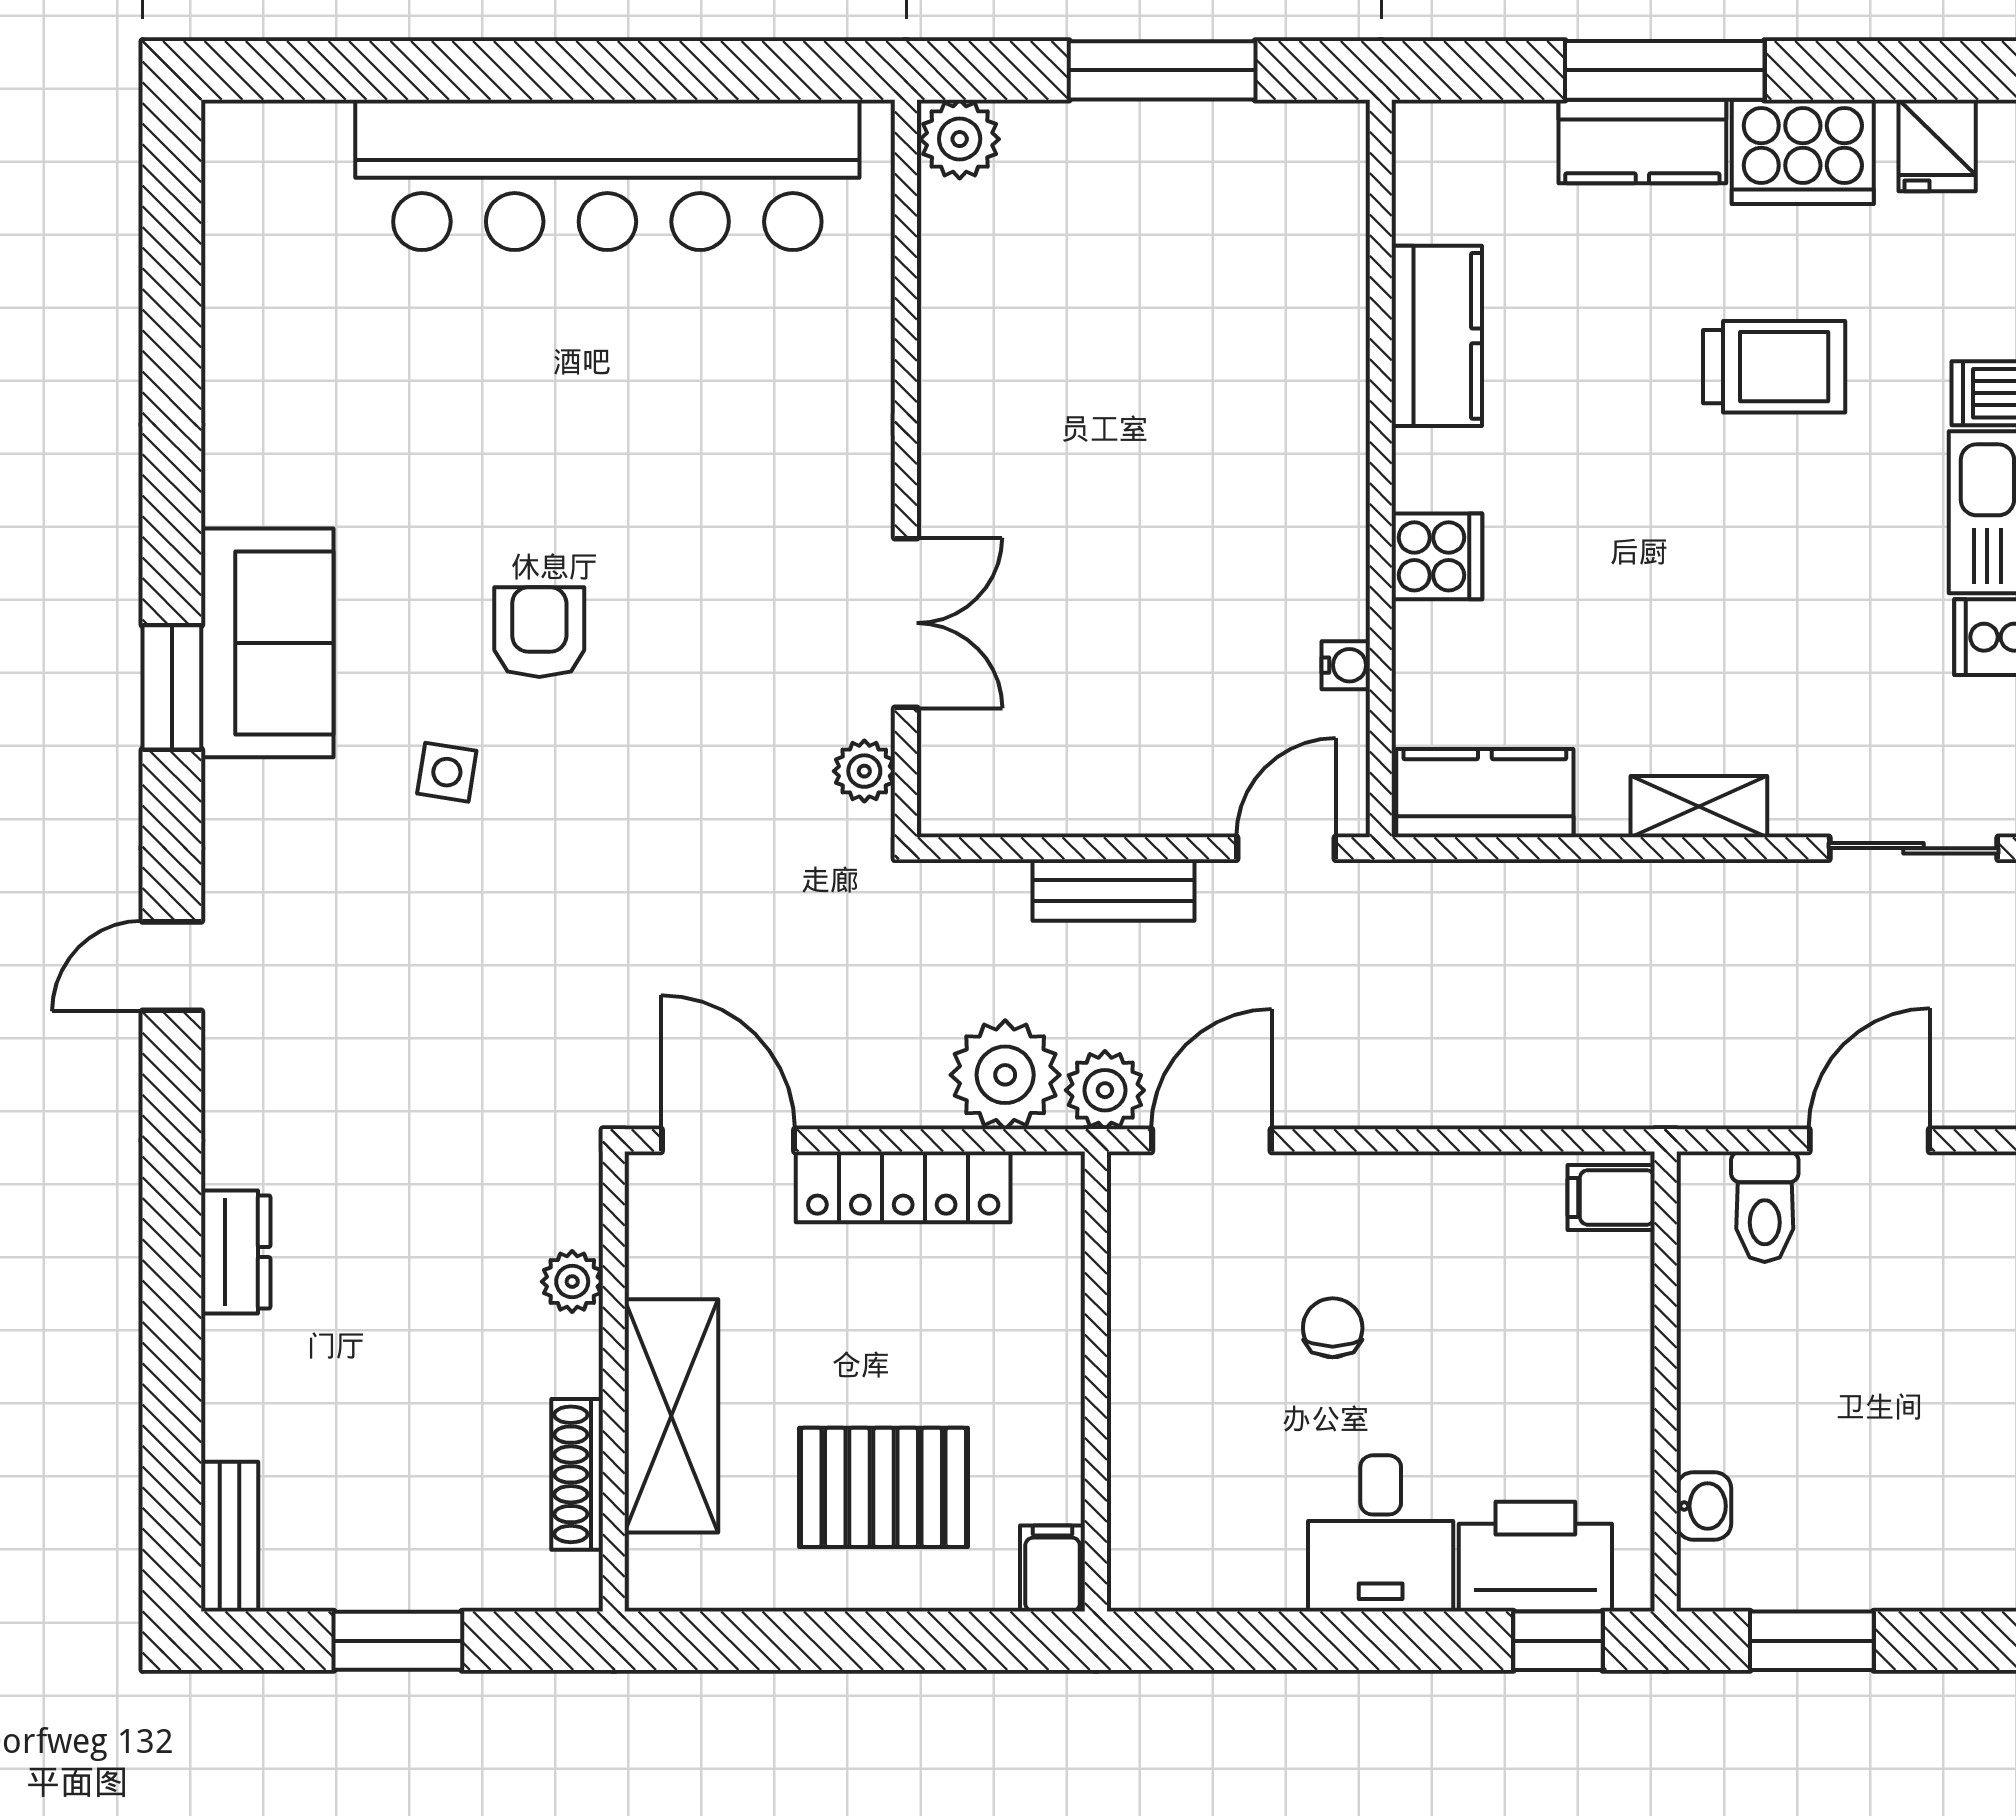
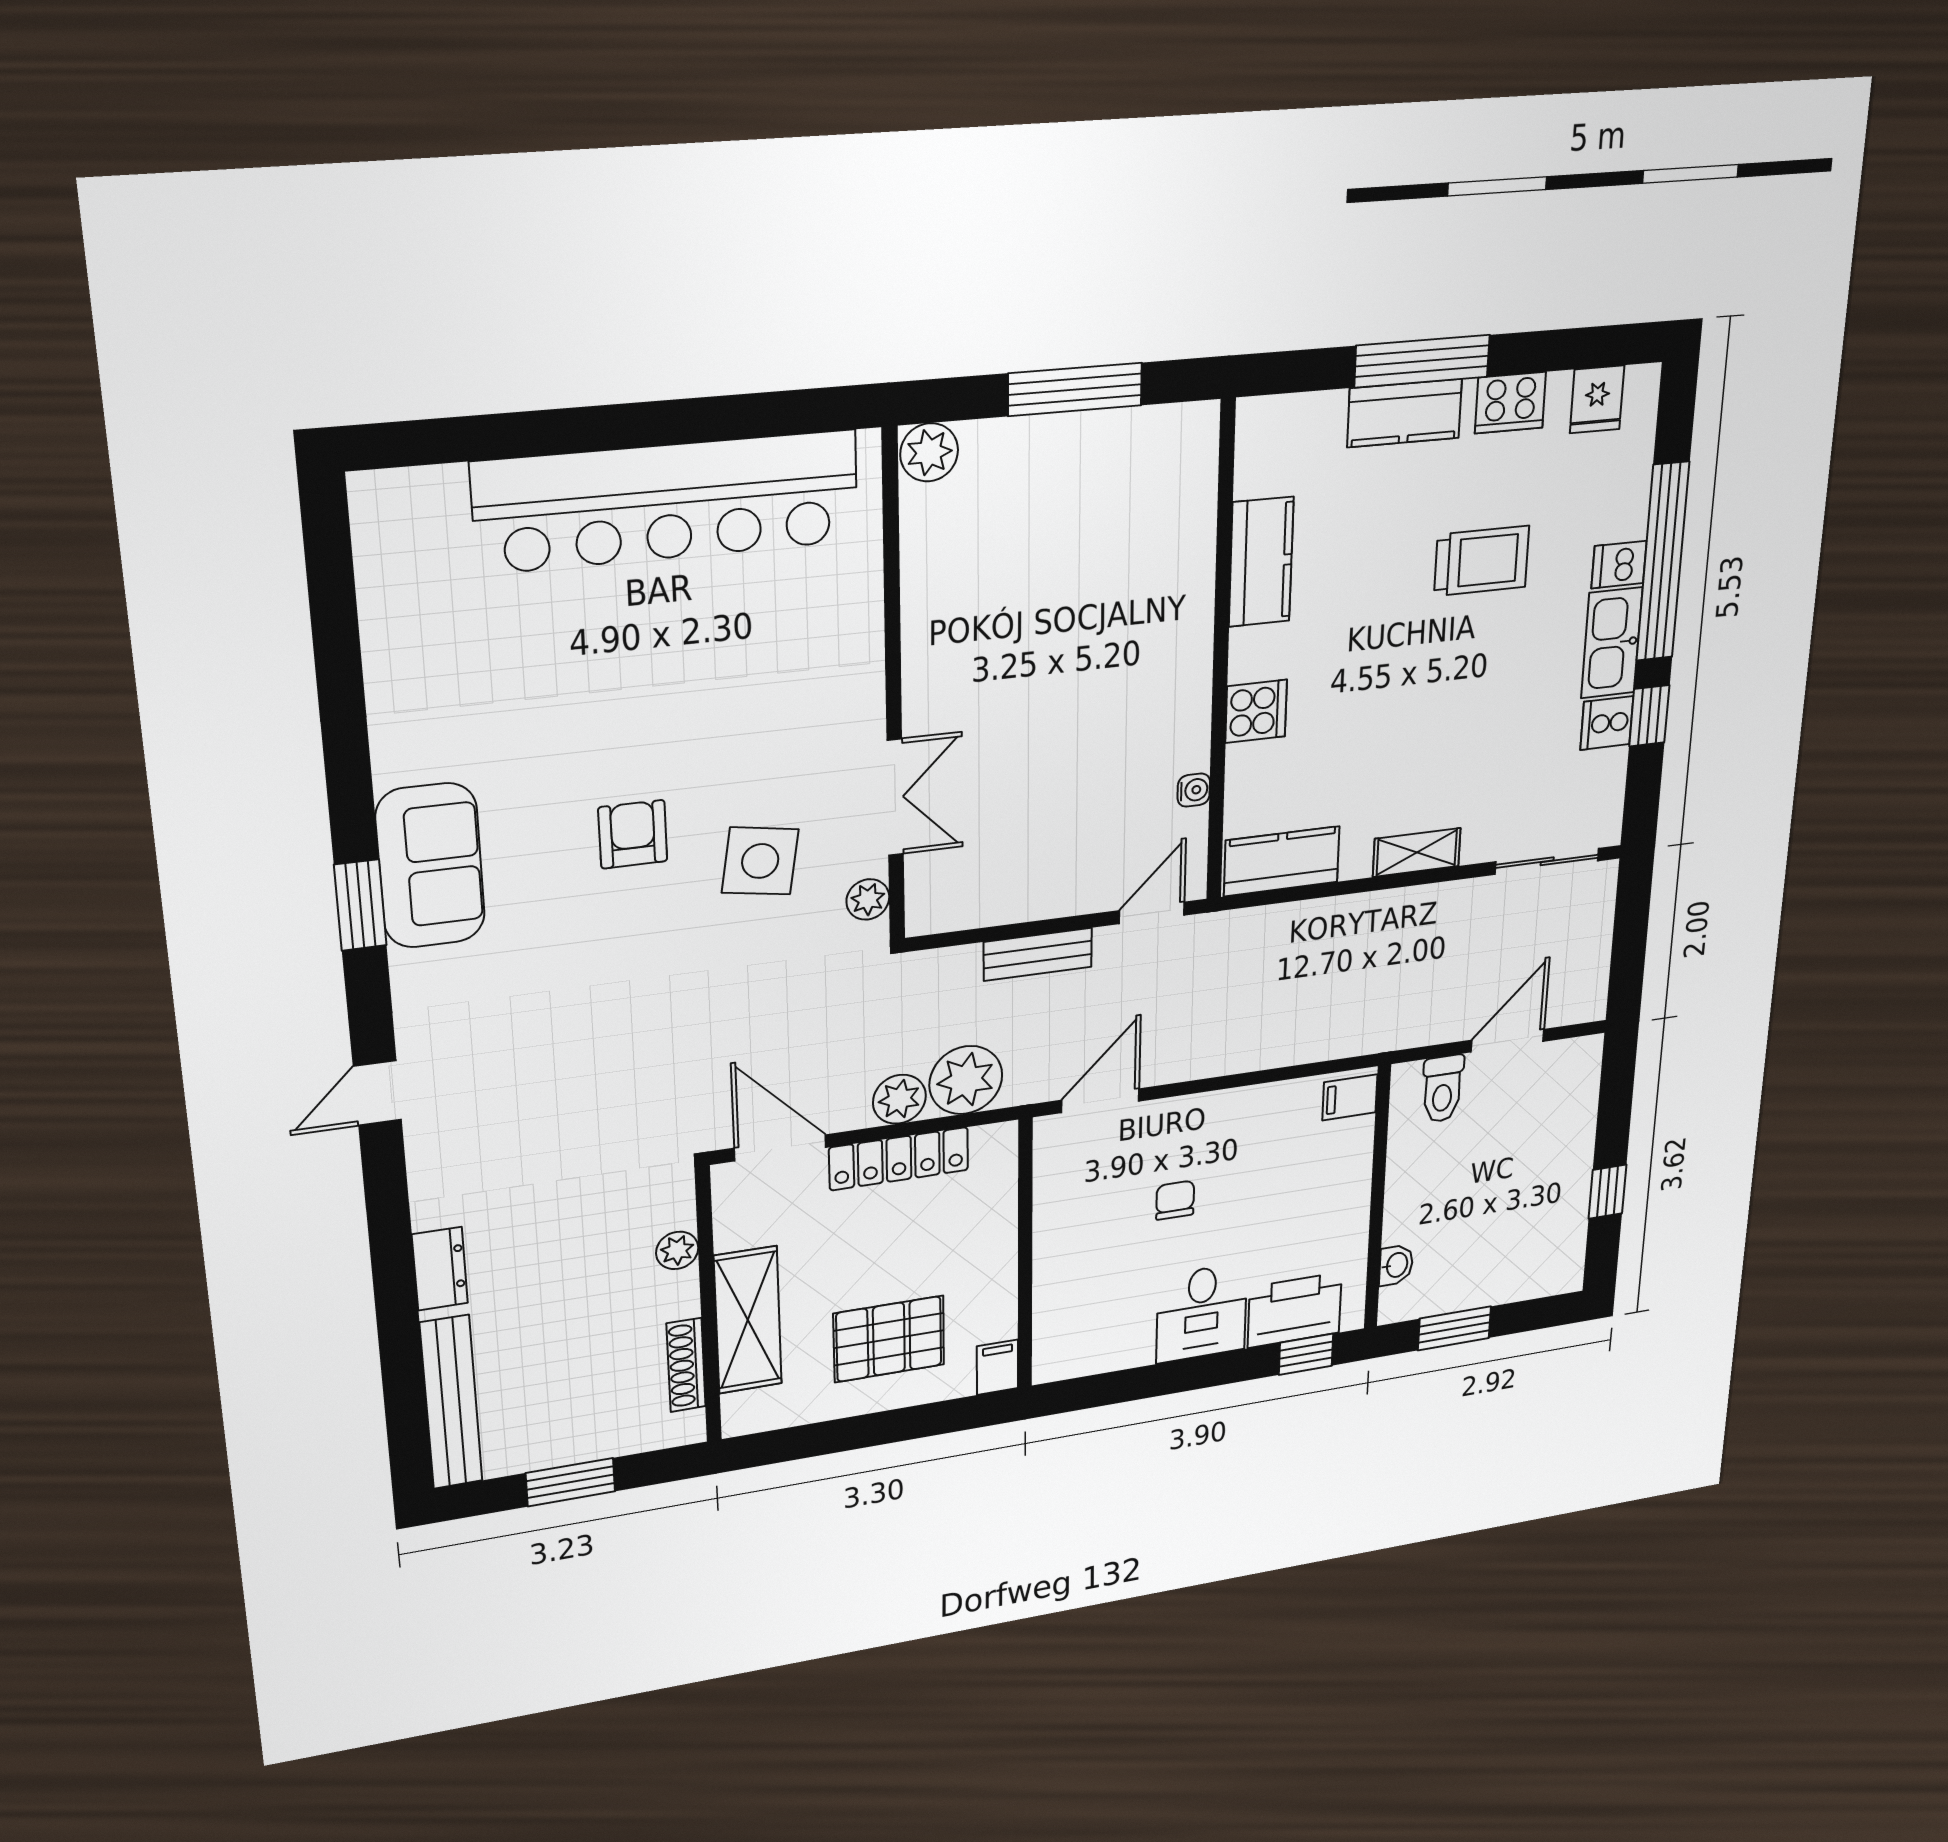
cooker: (1803, 152) -> (1510, 403), width x0.73, depth x0.76
side table: (447, 772) -> (760, 861), moved, width x1.87, depth x1.87
plant: (1105, 1090) -> (899, 1099), moved
bench: (230, 1537) -> (451, 1402), width x1.86, depth x1.21

